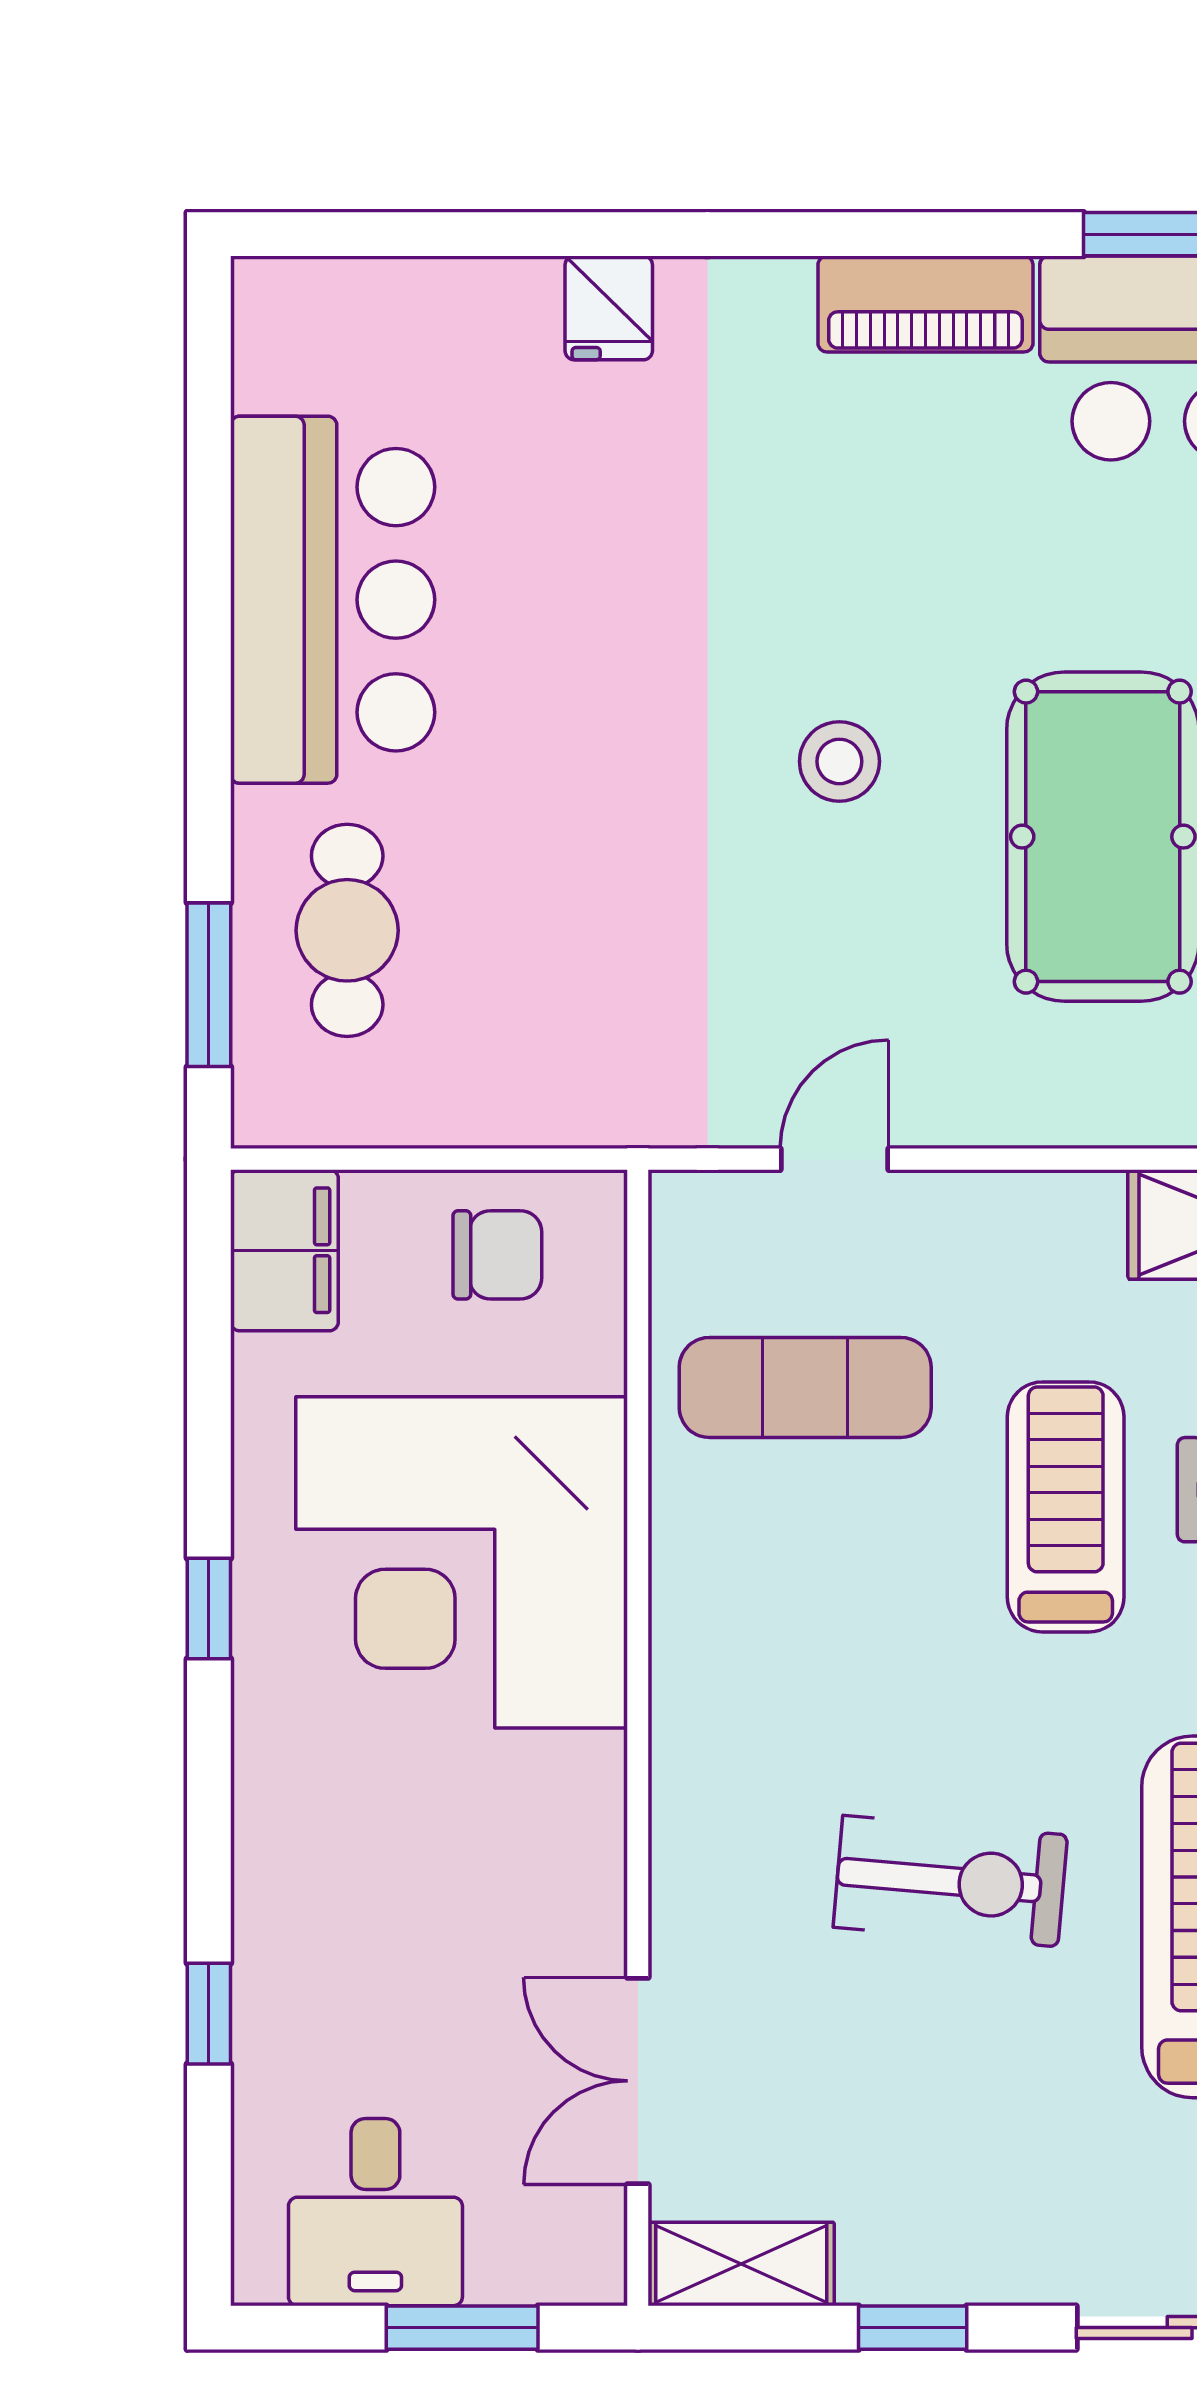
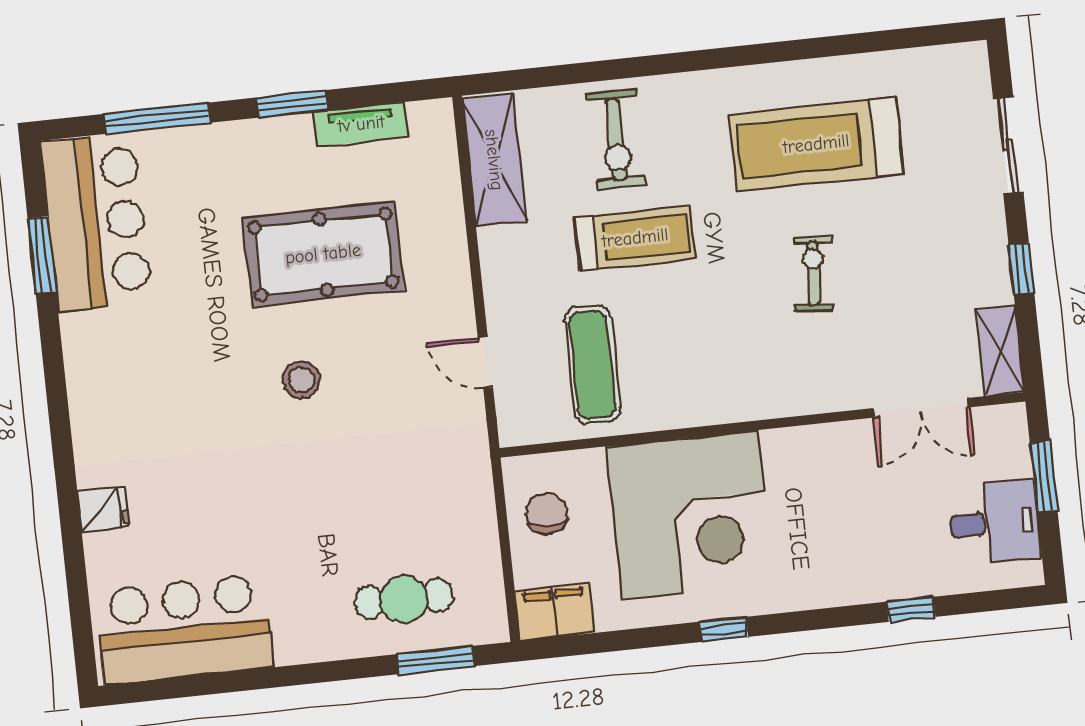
piano: (925, 304) -> (86, 363), removed
bar counter: (333, 600) -> (184, 629), moved
treadmill: (1066, 1507) -> (635, 238), turned 180
exercise bike: (950, 1881) -> (813, 273), width x0.73, depth x0.72

